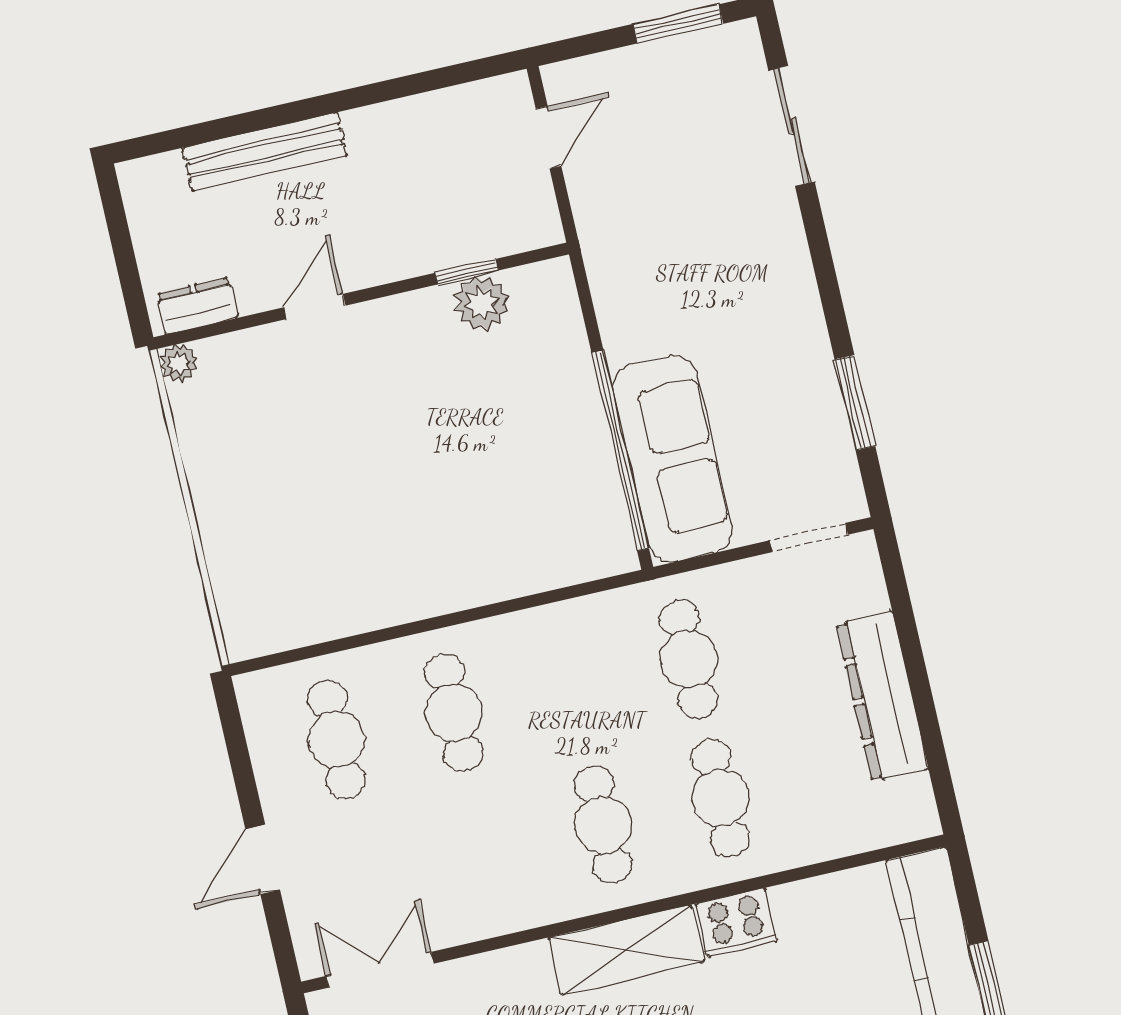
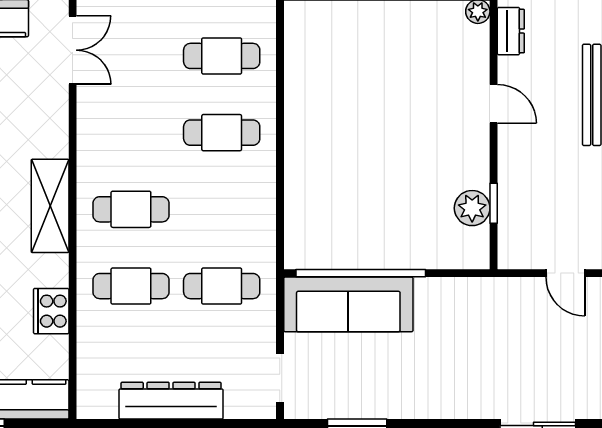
cooker: (736, 923) -> (51, 311), moved

